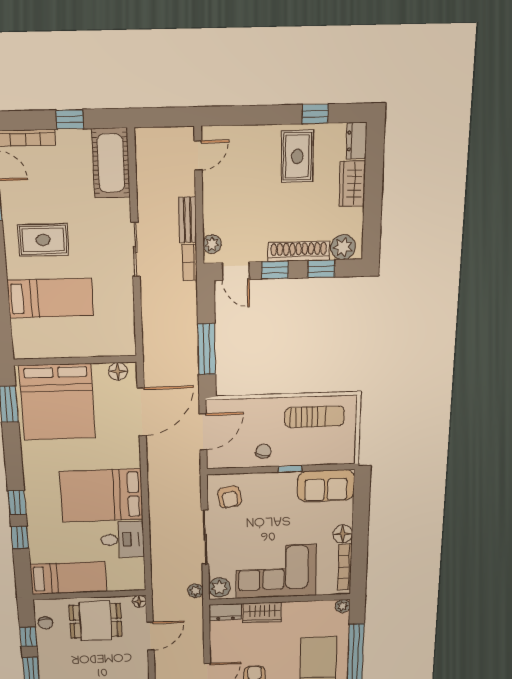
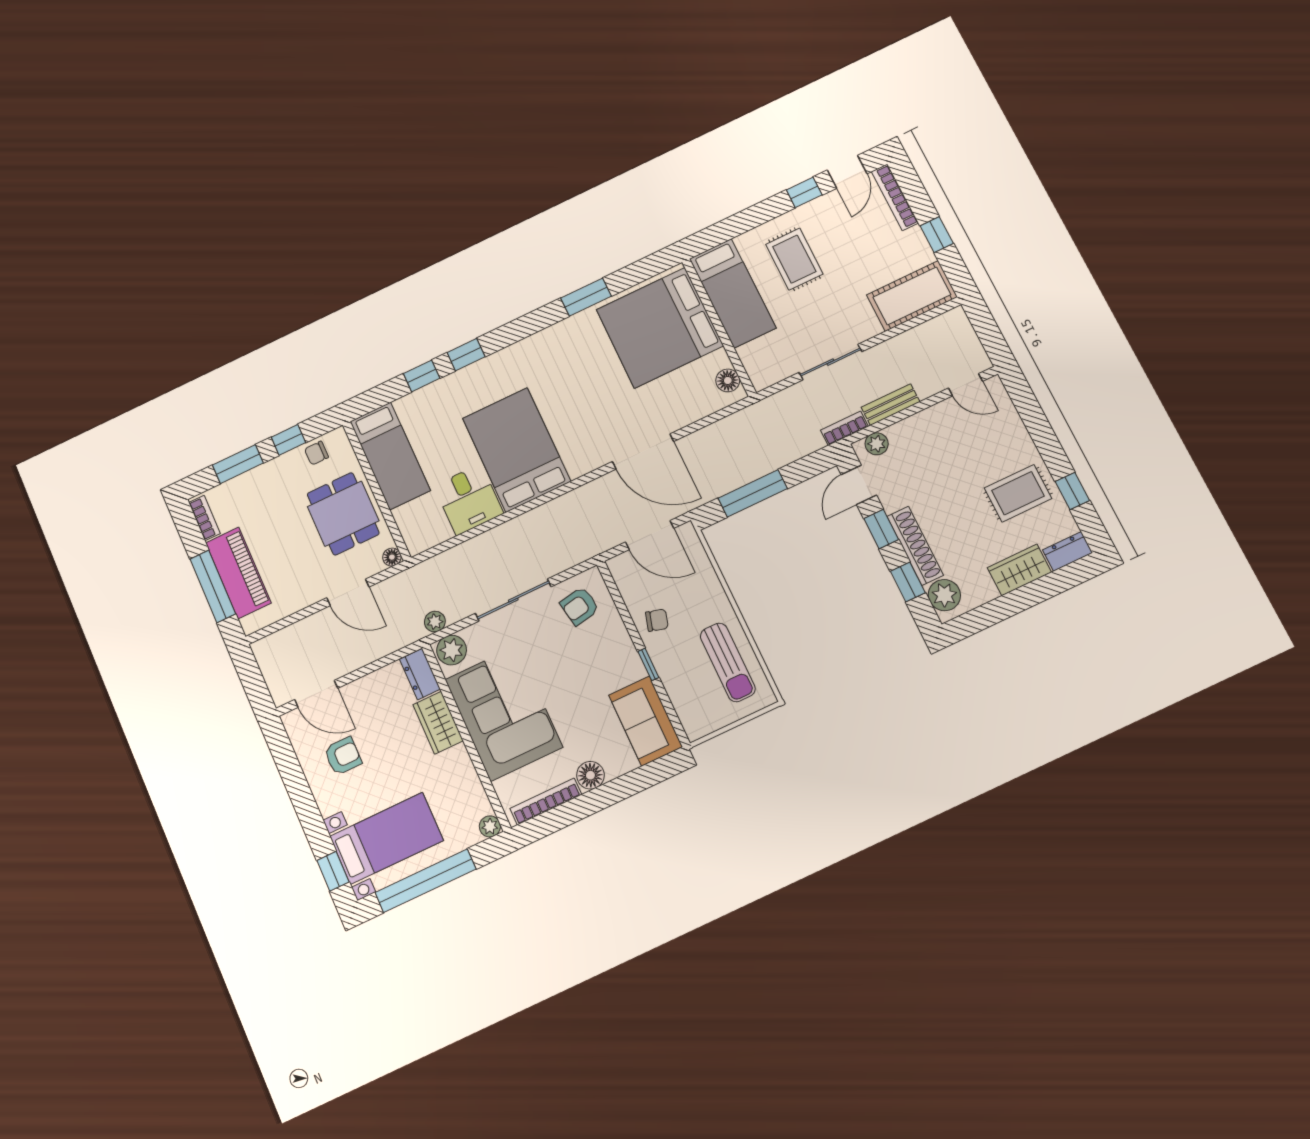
wall: (75, 361) -> (719, 327), moved
floor lamp: (118, 371) -> (728, 380), moved
bed: (57, 402) -> (660, 328), moved

